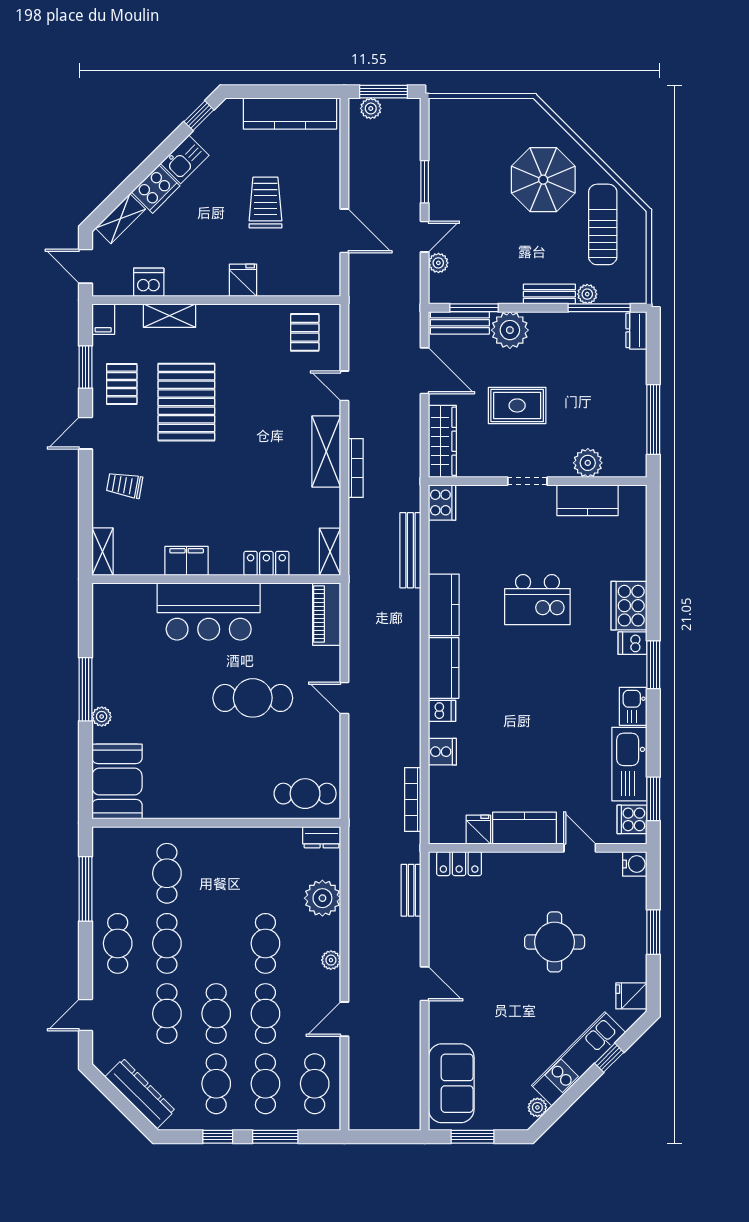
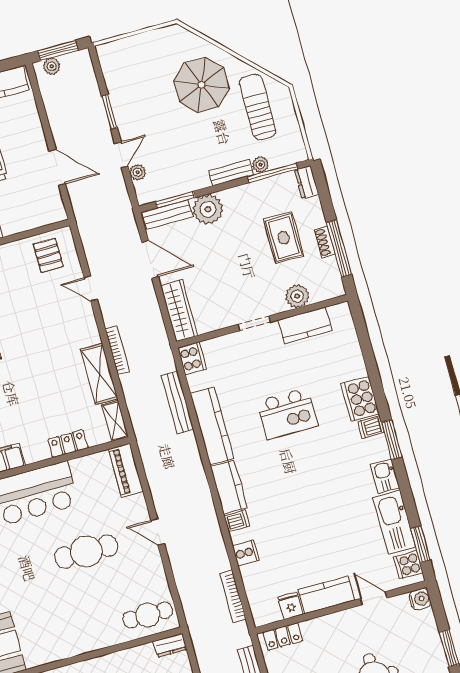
rug: (517, 405) -> (284, 238), moved, turned 90
shoe rack: (638, 407) -> (325, 242), added
shelving: (326, 451) -> (99, 374), moved
kitchen counter: (444, 605) -> (212, 426), width x1.50

